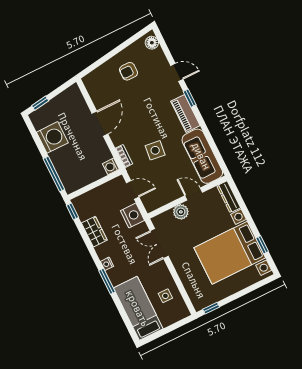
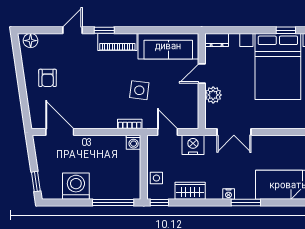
door: (100, 124) -> (60, 132), moved
door: (133, 190) -> (168, 132), hinge flipped
dresser: (229, 197) -> (217, 40), width x0.70
side table: (165, 296) -> (156, 178), moved

